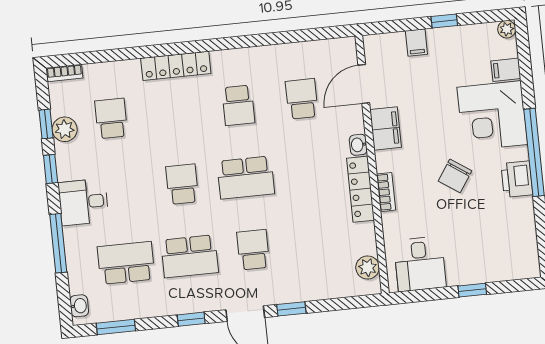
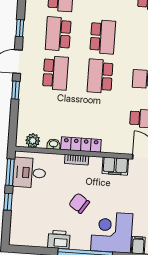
washbasin: (358, 145) -> (54, 144), moved
printer: (517, 179) -> (59, 240), moved
school desk: (182, 184) -> (103, 37), width x1.85
school desk: (253, 250) -> (56, 73), width x1.85
window: (424, 295) -> (10, 172), added

